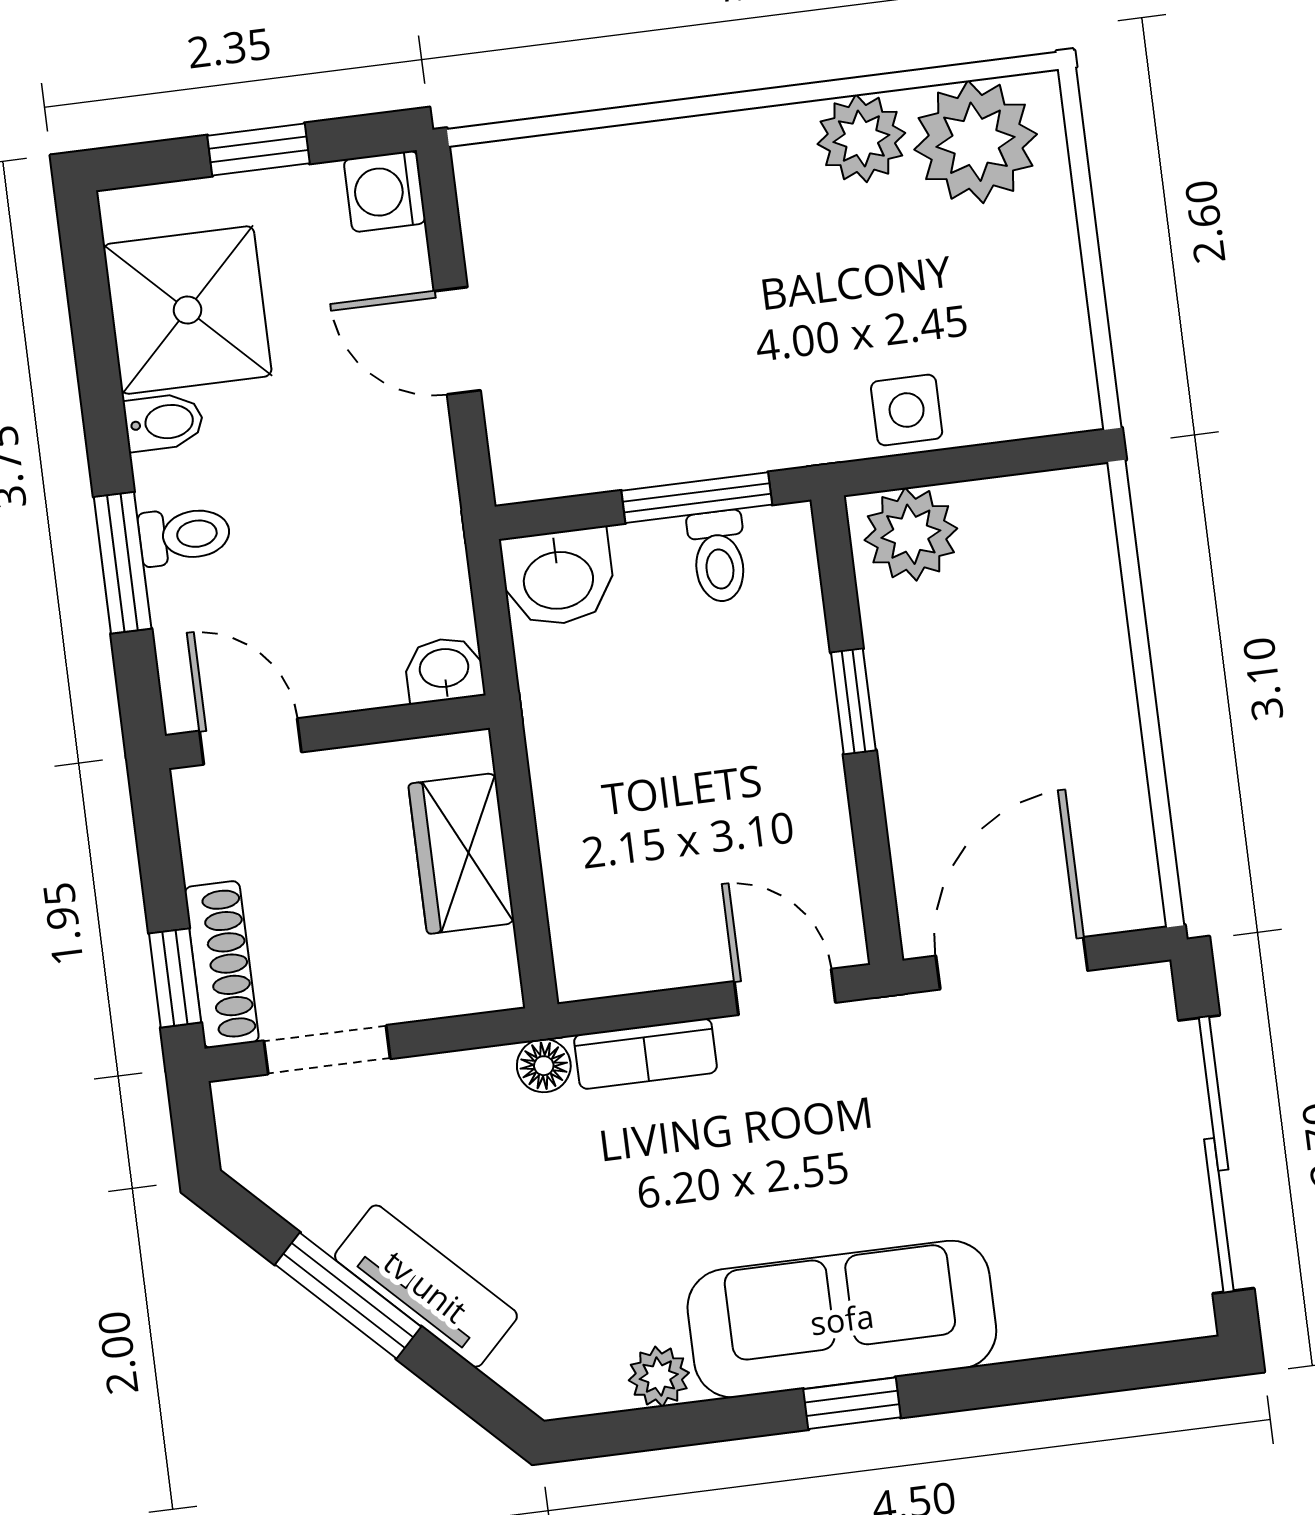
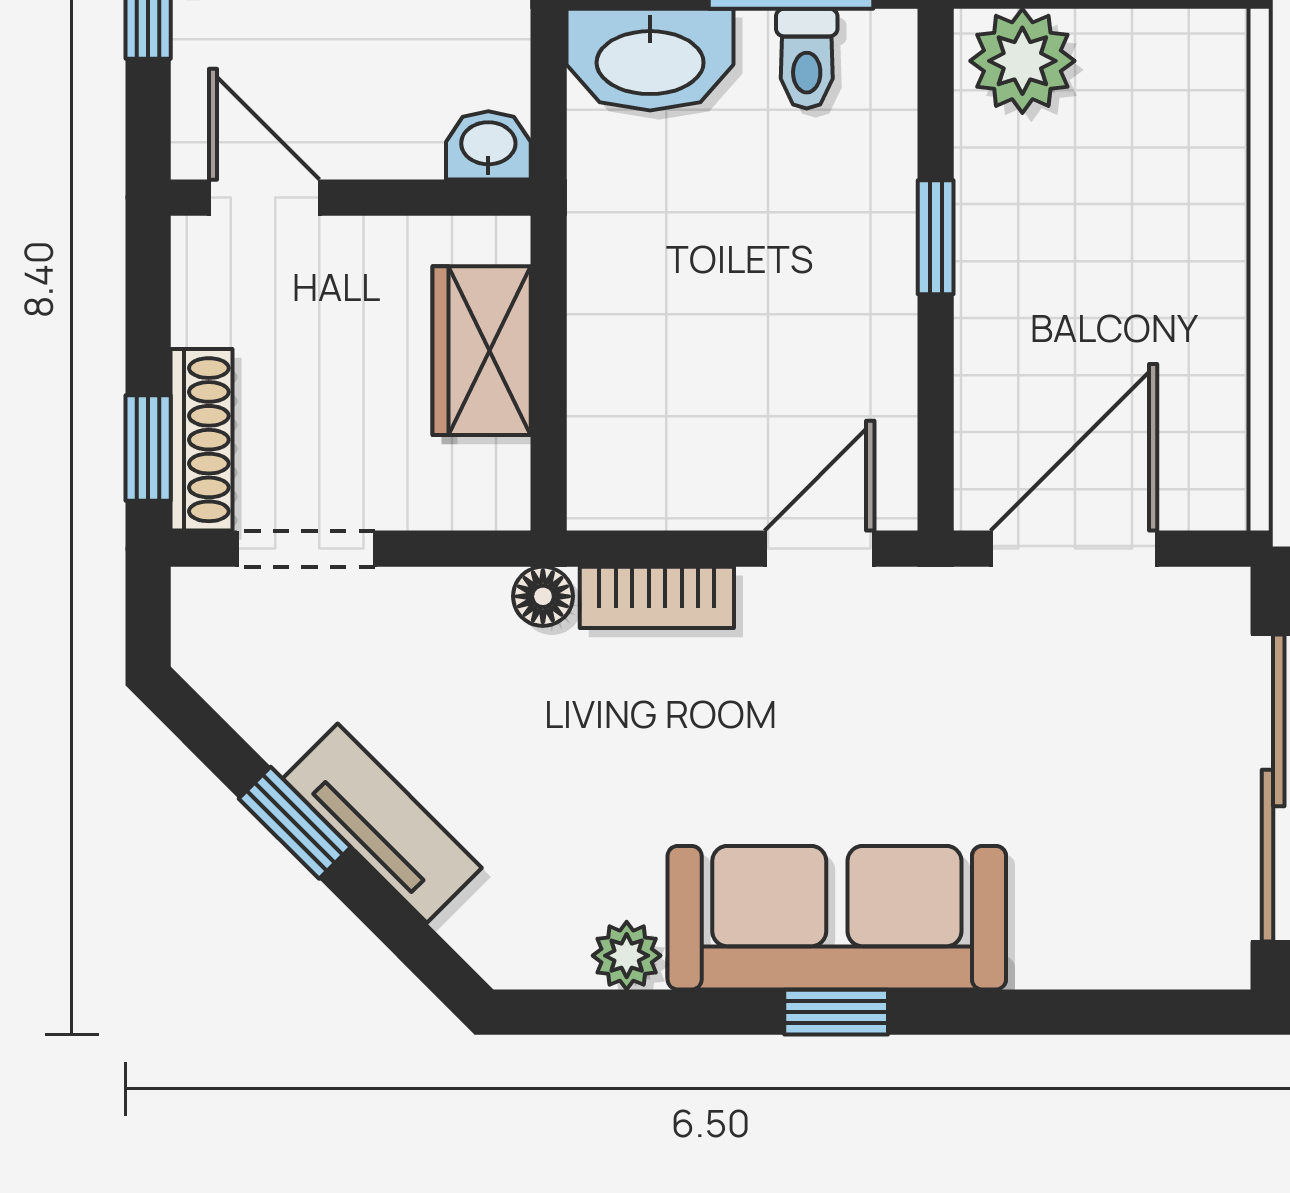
washbasin: (558, 578) -> (650, 60), width x1.38
door: (785, 992) -> (819, 549), hinge flipped
window: (348, 1296) -> (295, 823), width x0.67

